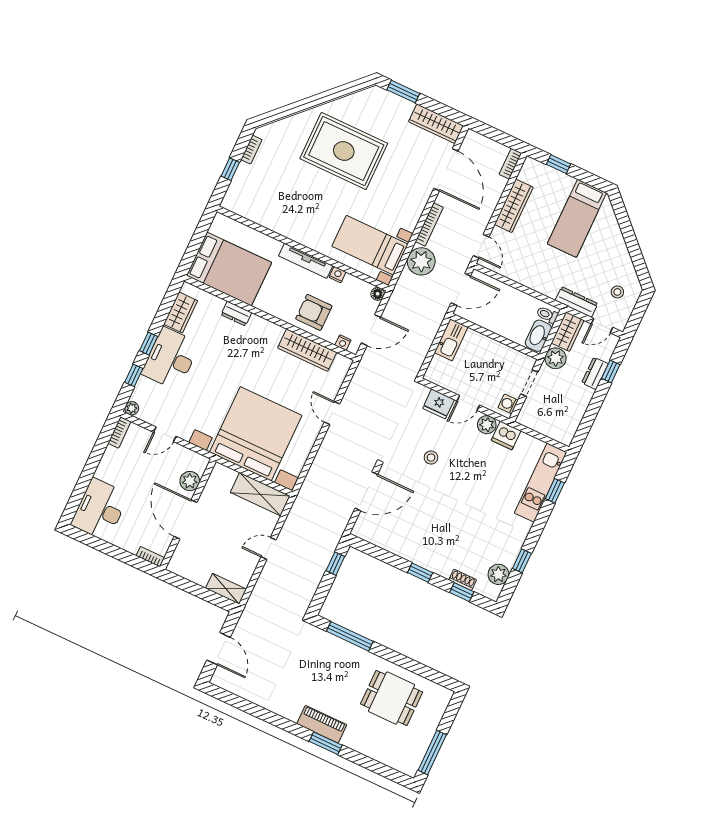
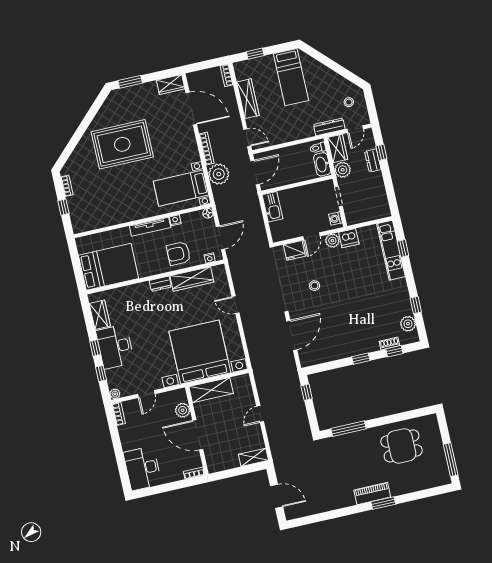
wardrobe: (436, 124) -> (171, 84), width x0.67
dresser: (236, 314) -> (160, 284), moved
shelving: (260, 494) -> (211, 390), moved

